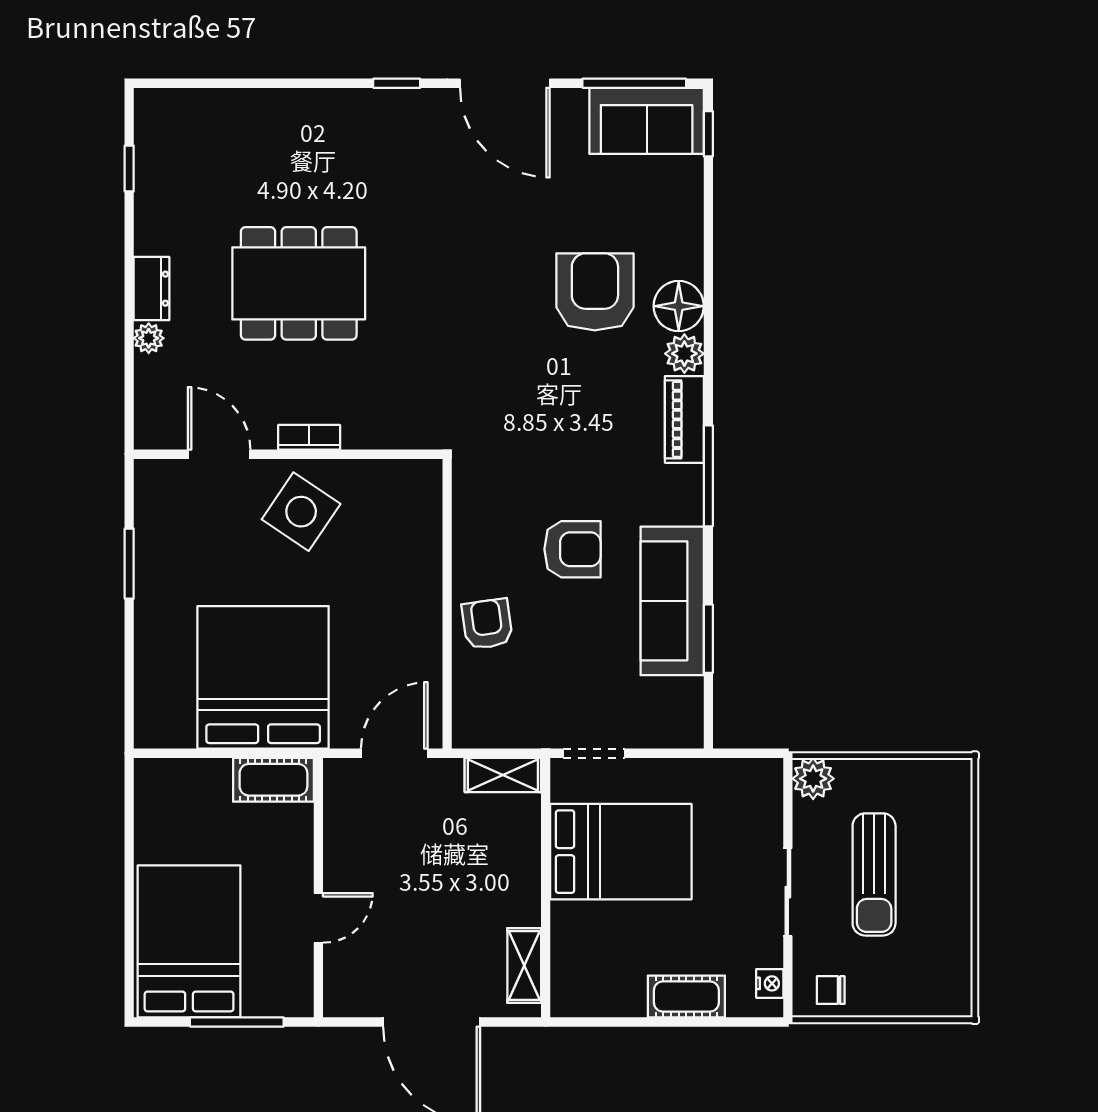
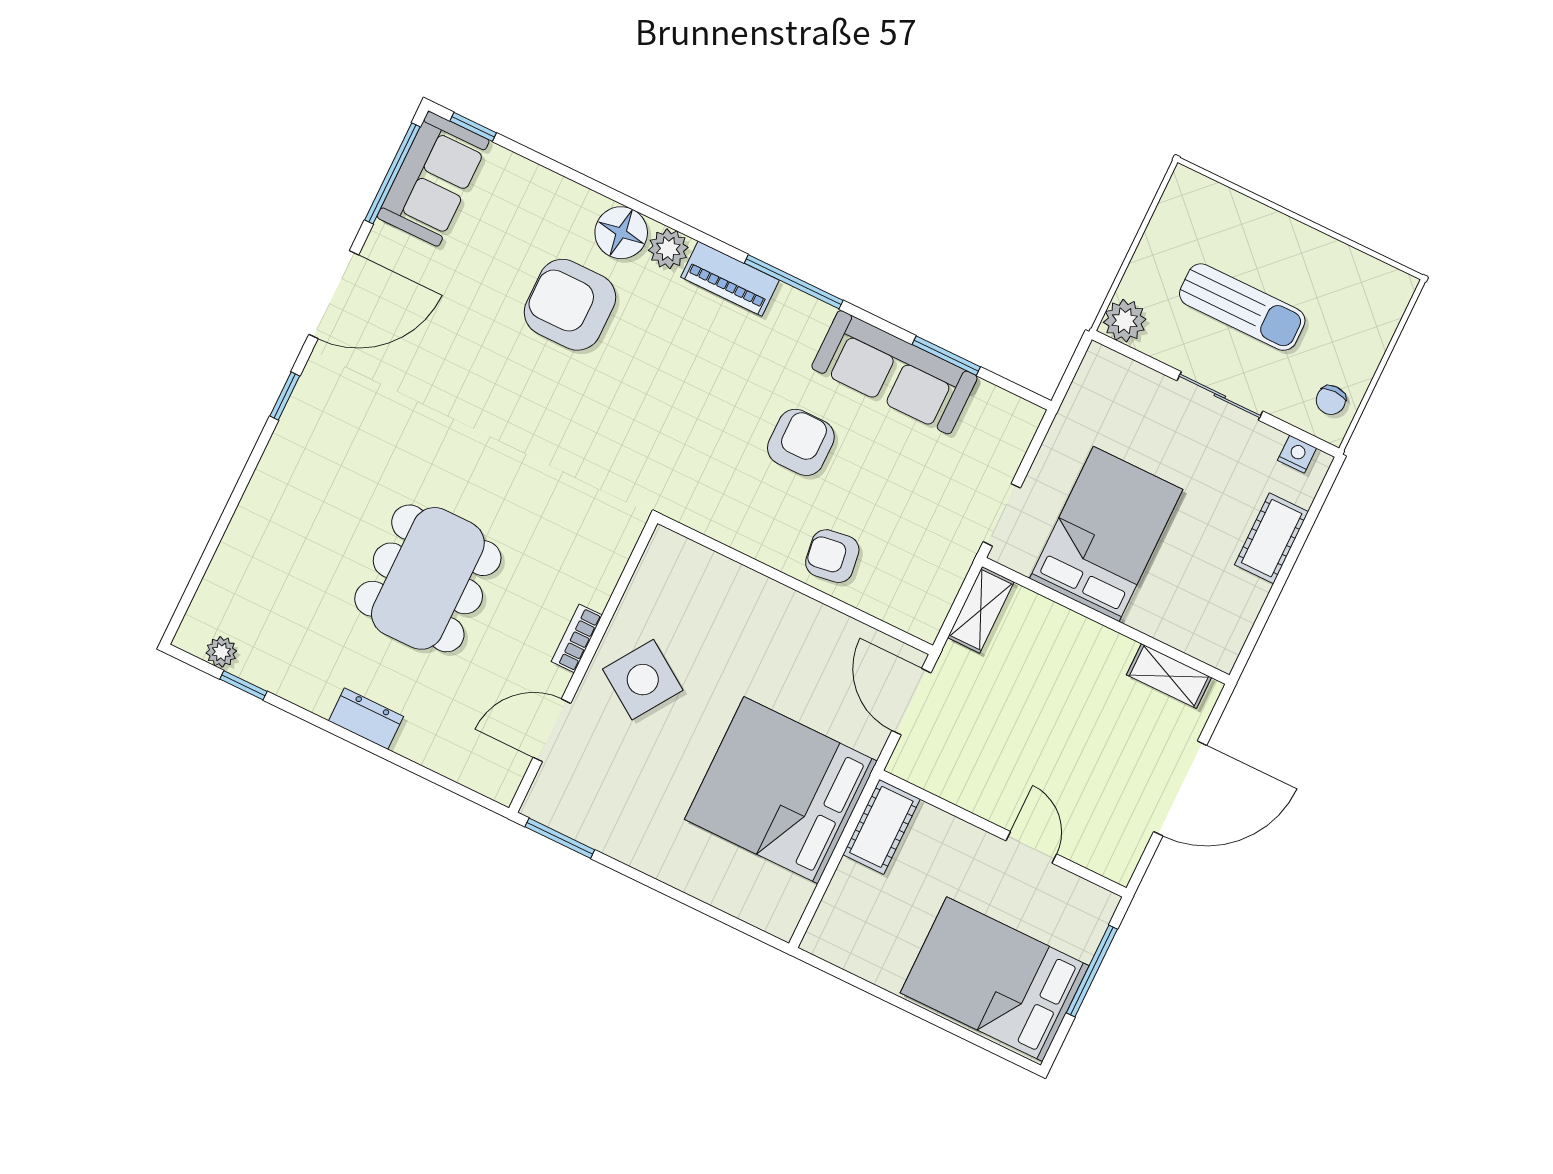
plant: (149, 338) -> (221, 652), moved
window: (129, 564) -> (560, 838), moved

